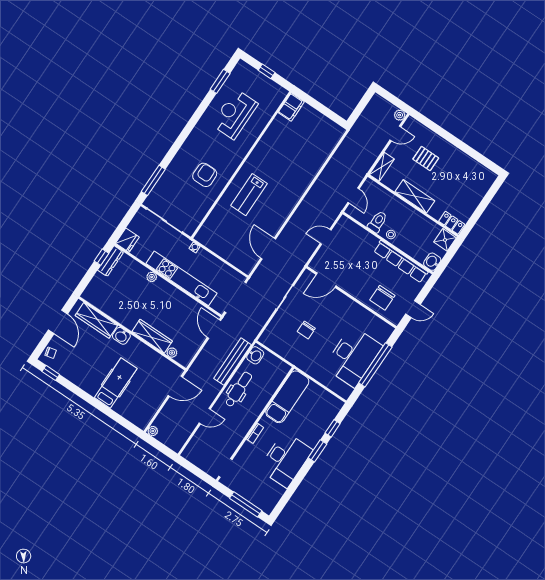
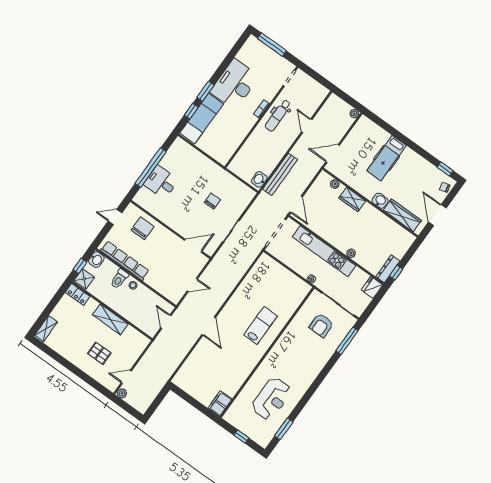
shelving: (382, 167) -> (46, 329), moved
armchair: (205, 175) -> (321, 325), moved
toilet: (377, 222) -> (119, 279), moved
door: (268, 249) -> (209, 326), moved
window: (450, 254) -> (80, 266), added
wardrobe: (152, 336) -> (352, 199), width x0.67
desk: (353, 357) -> (161, 182), width x0.53, depth x0.77
dental chair: (239, 389) -> (278, 115), moved
exam couch: (287, 397) -> (202, 118), moved, turned 180
door: (205, 416) -> (307, 126), hinge flipped

